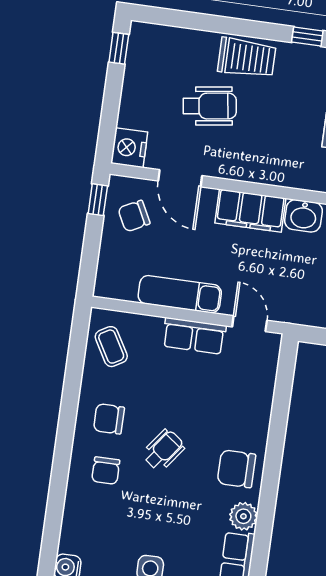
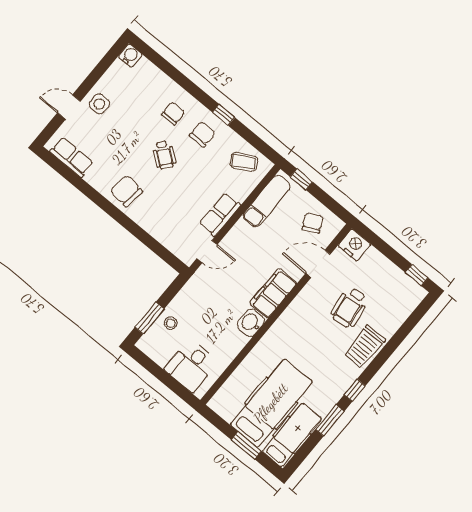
window: (98, 200) -> (301, 179), moved
exam couch: (180, 294) -> (267, 201), moved
window: (69, 407) -> (224, 115), added
chair: (236, 469) -> (126, 191), turned -83
chair: (106, 471) -> (173, 113), turned 90
plant: (243, 516) -> (96, 178), removed

